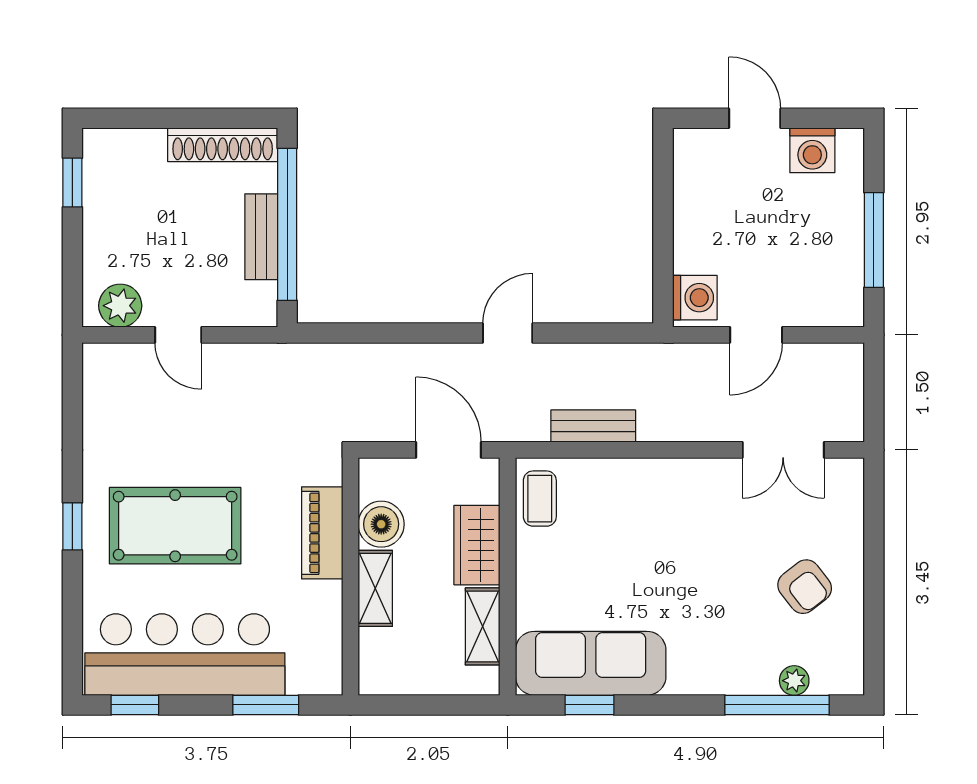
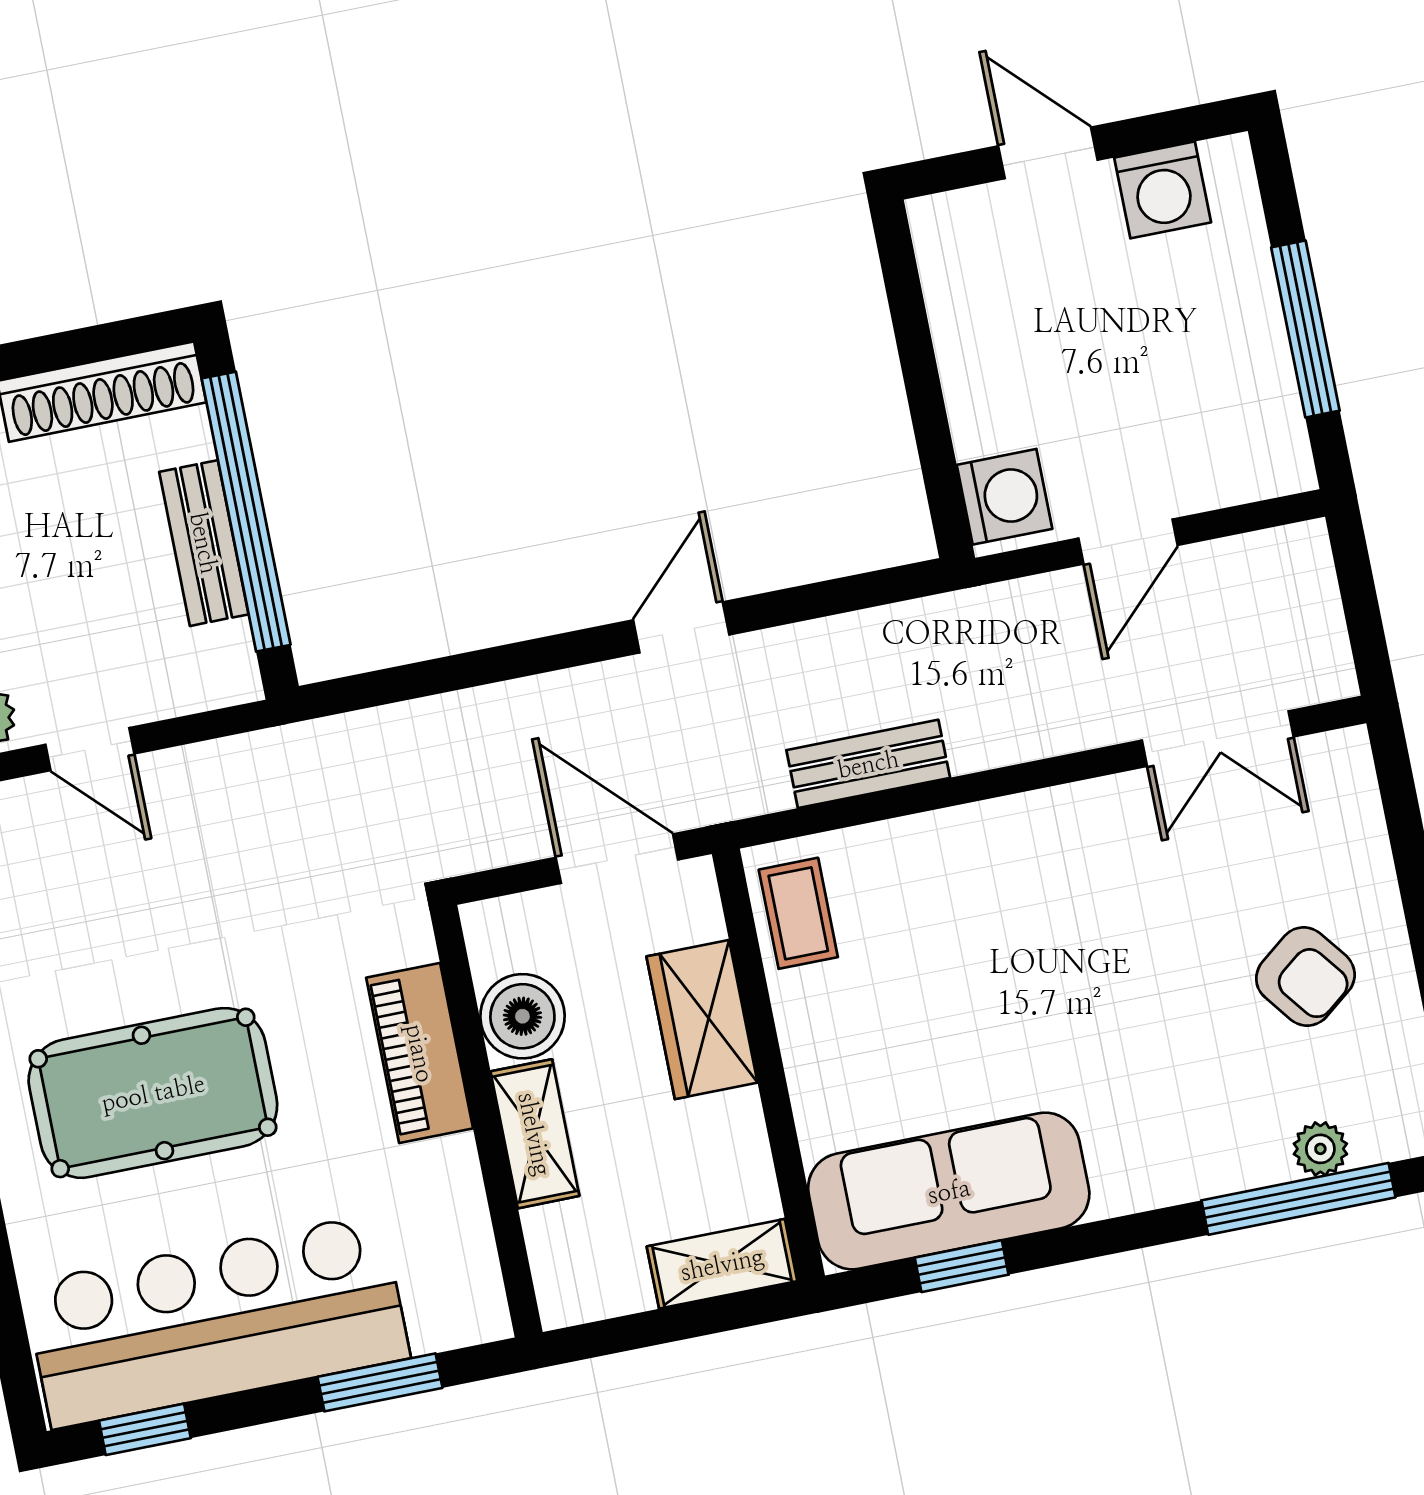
shelving: (483, 626) -> (722, 1264), moved, turned 90

